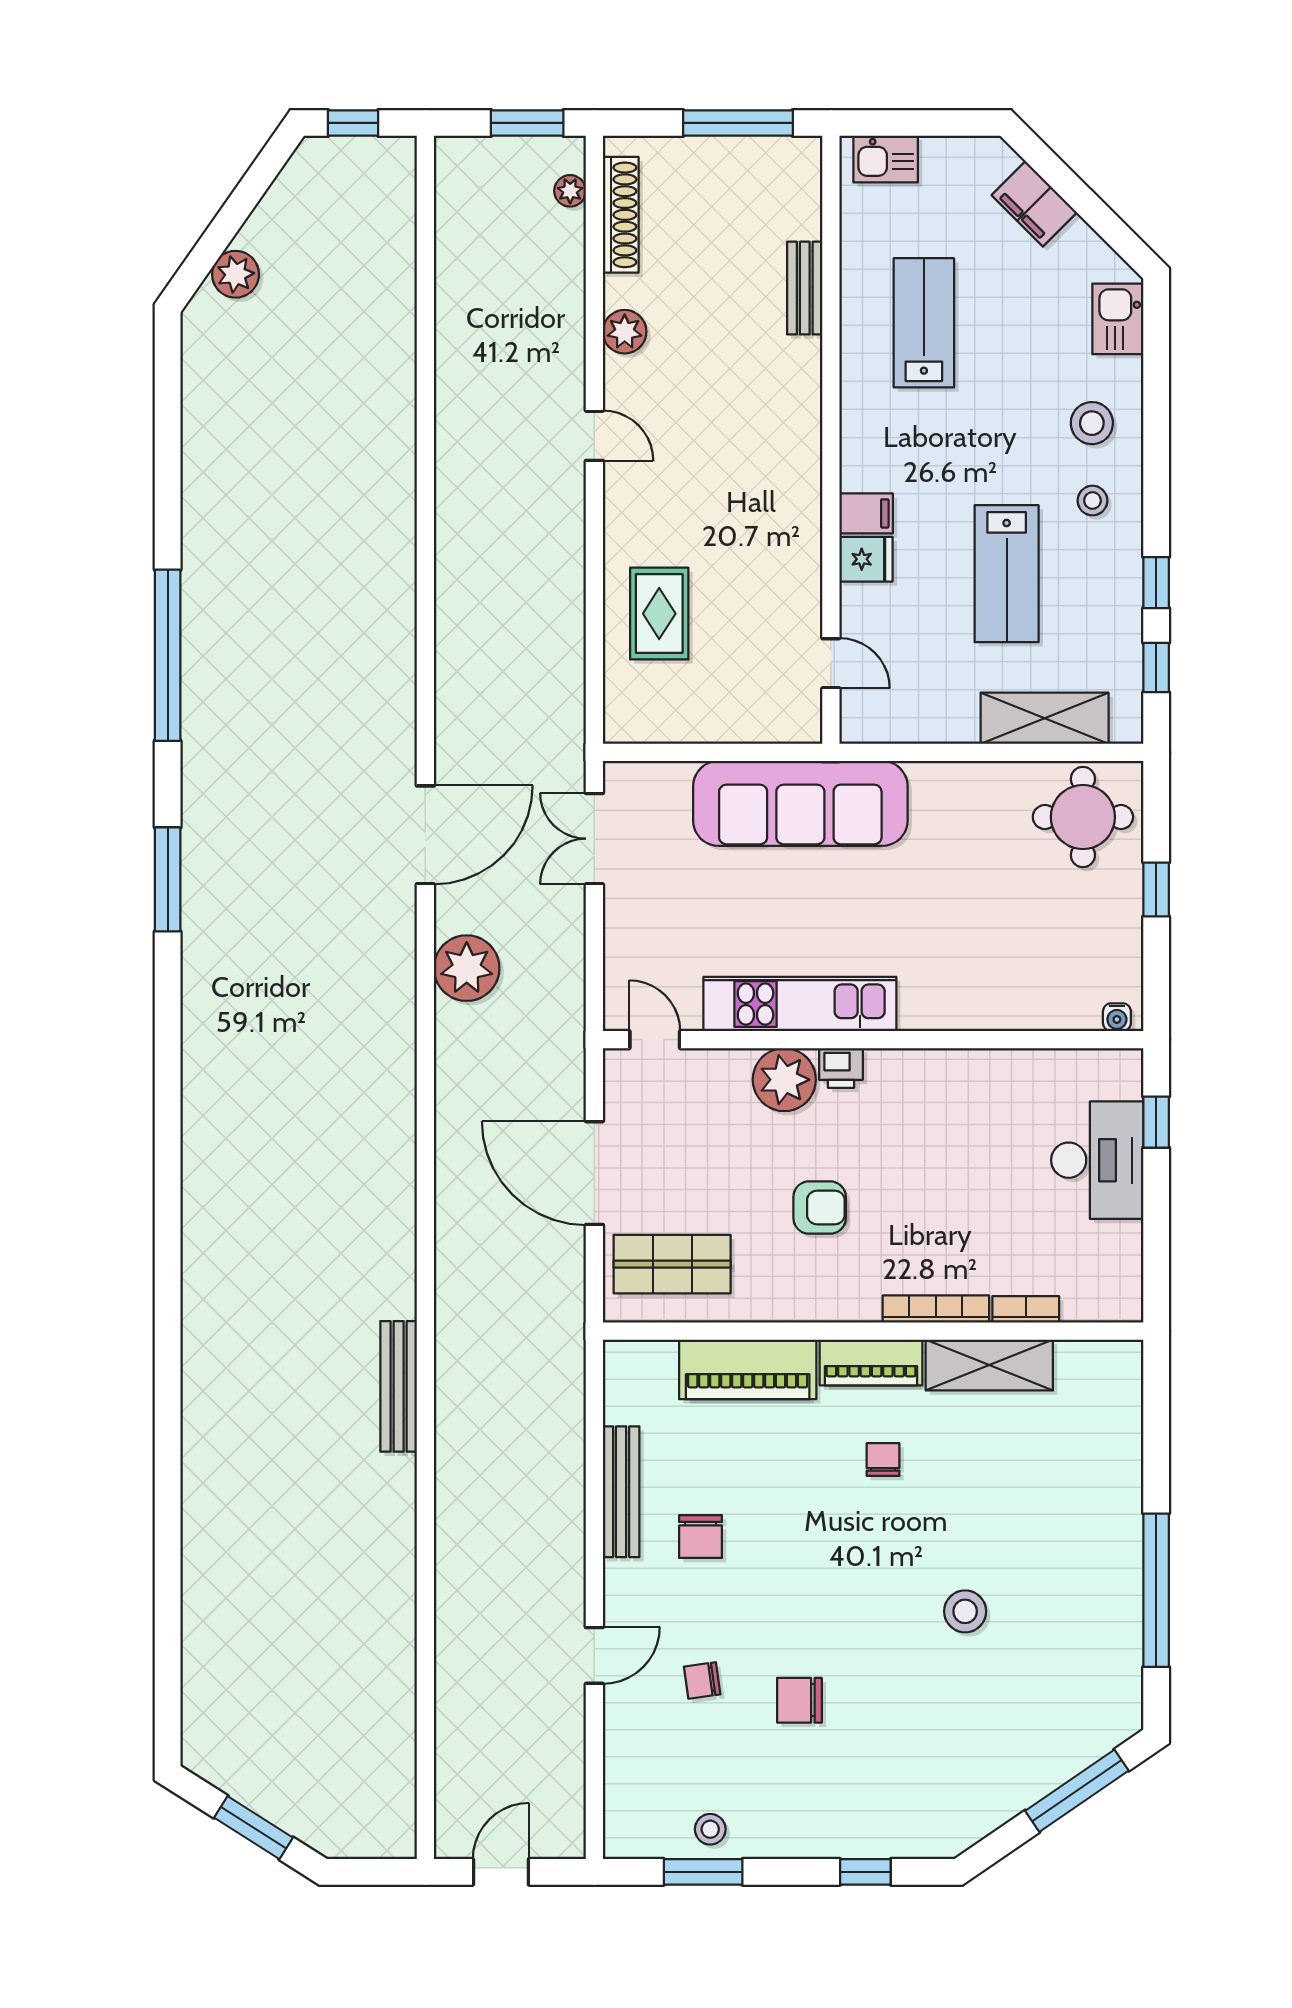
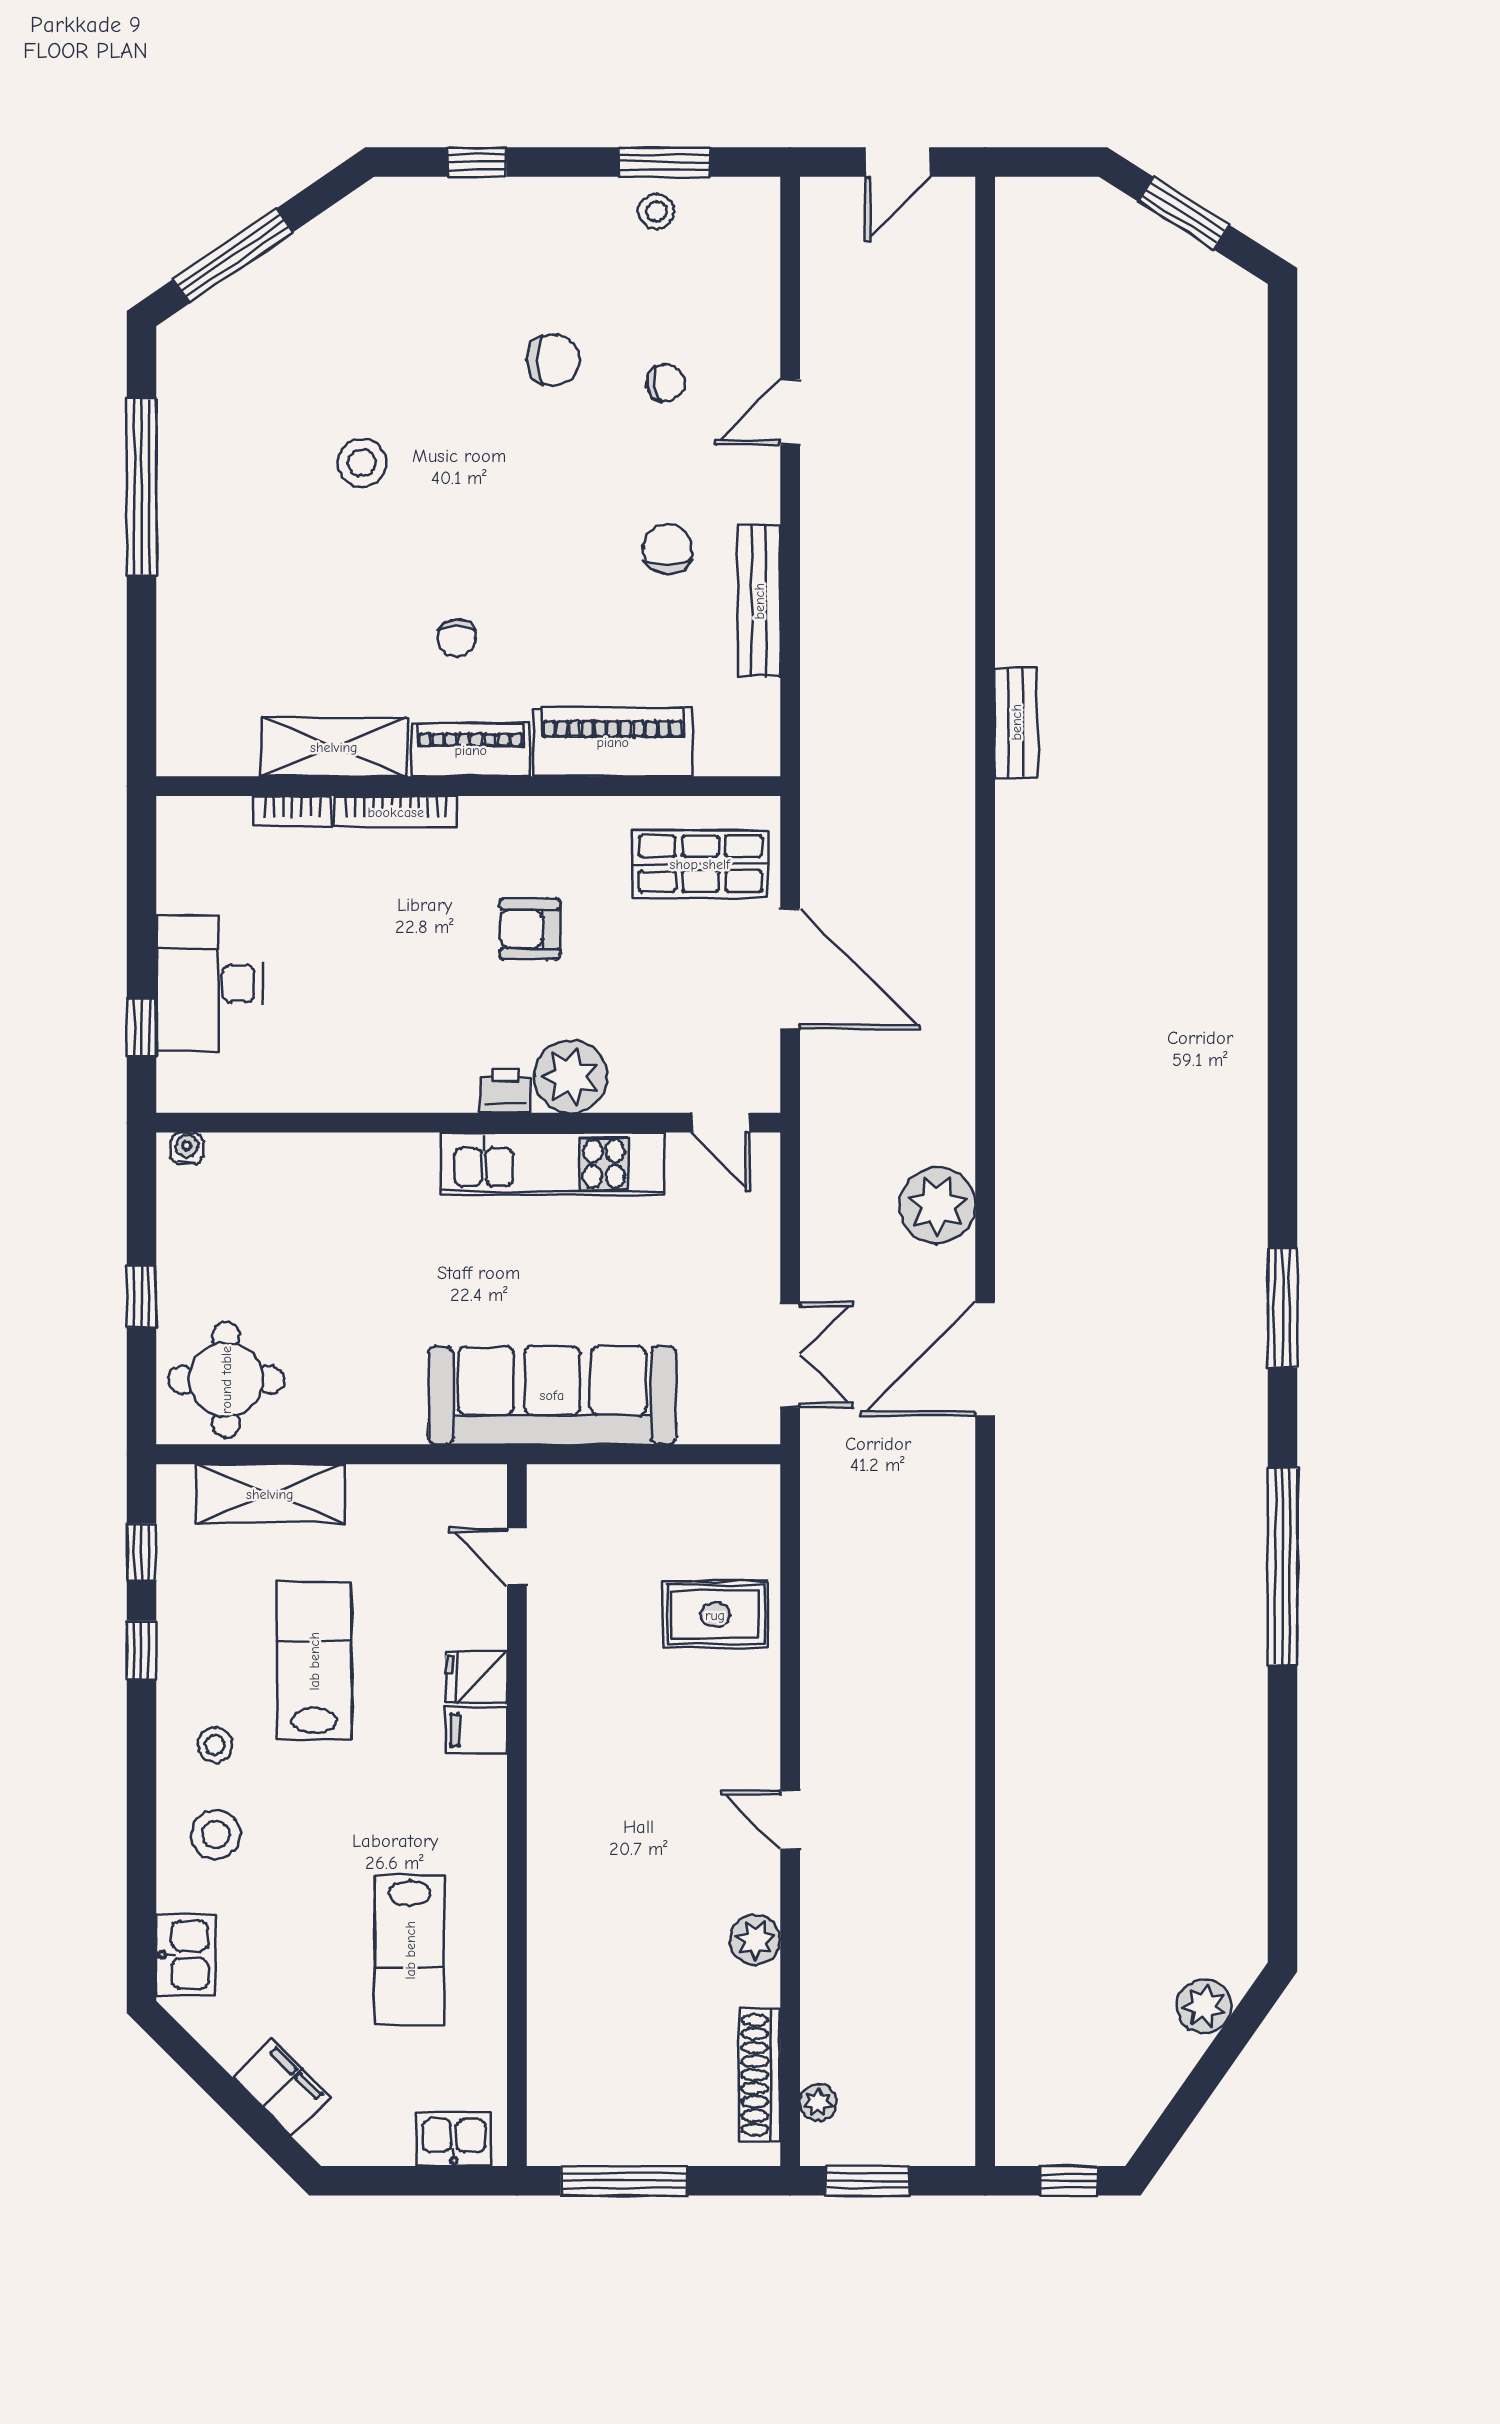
bench: (805, 288) -> (547, 1990), removed
rug: (659, 614) -> (715, 1615), turned 90
bench: (399, 1386) -> (1016, 722), width x0.73

